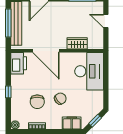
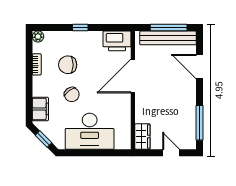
door: (106, 21) -> (171, 153), hinge flipped
wardrobe: (77, 43) -> (142, 137), moved
desk: (89, 71) -> (90, 131), moved

